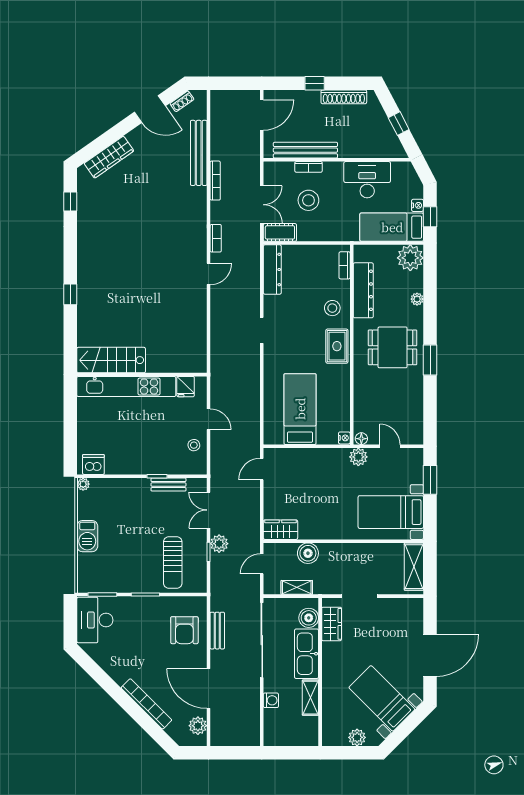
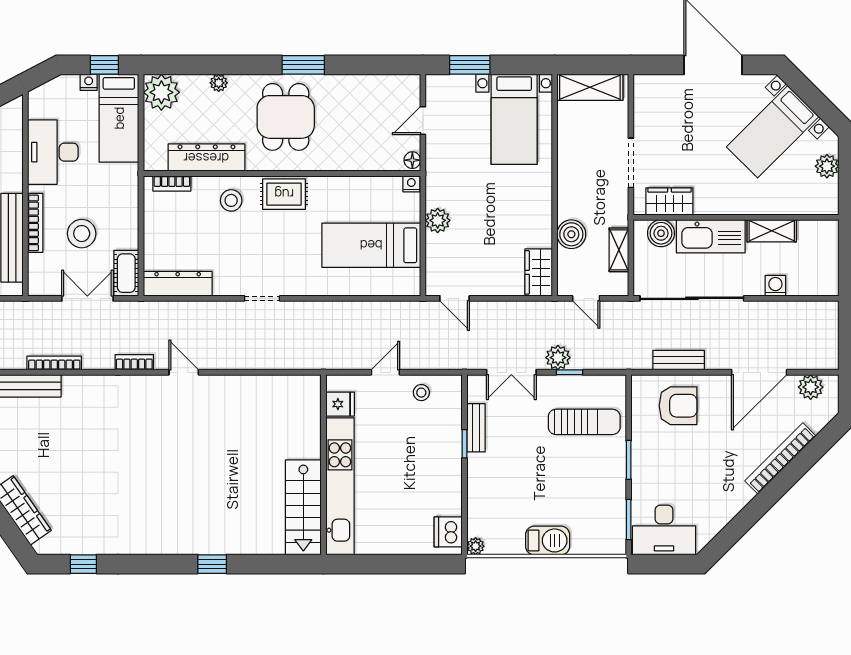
bookcase: (309, 167) -> (35, 223), width x1.56
plant: (358, 457) -> (438, 220), moved

